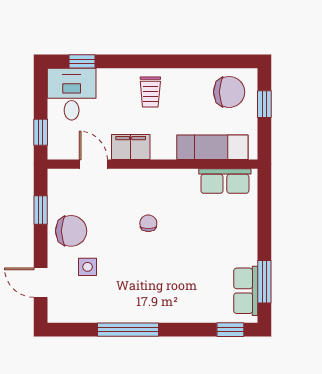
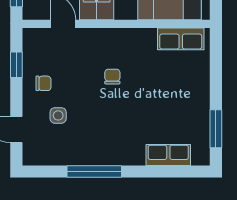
chair: (71, 231) -> (43, 83), width x0.54, depth x0.54
row of seats: (246, 291) -> (168, 155), moved, turned 90
window: (230, 330) -> (186, 171), removed

